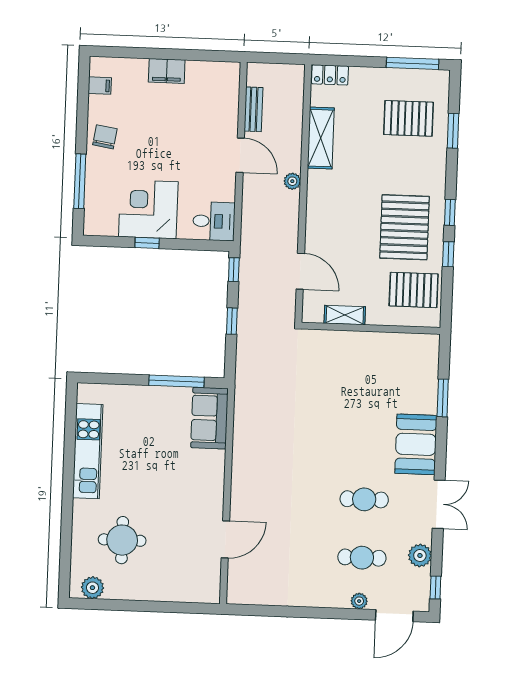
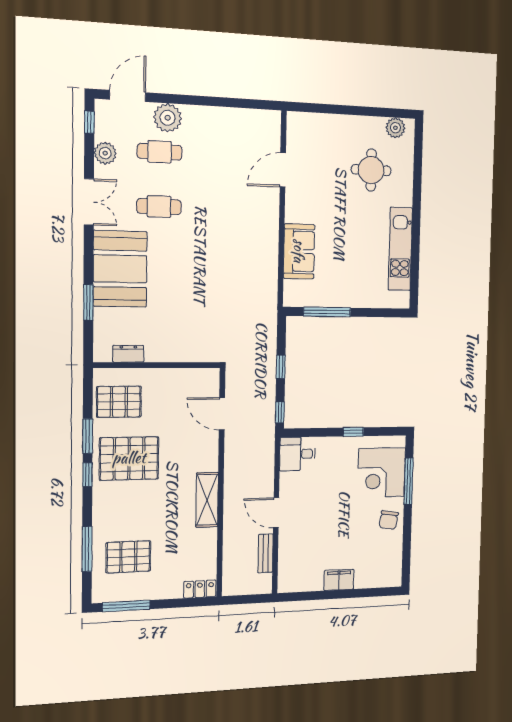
filing cabinet: (100, 86) -> (393, 563), removed
window: (453, 131) -> (87, 549), width x1.44
shelving: (321, 138) -> (207, 500), moved
plant: (292, 181) -> (231, 493), removed
corner desk: (148, 209) -> (382, 473), moved, turned 90
pallet: (405, 227) -> (129, 458), turned 90
window: (448, 254) -> (88, 436), width x1.50
shelving: (345, 315) -> (181, 376), removed
dresser: (402, 342) -> (128, 354), added
sofa: (209, 418) -> (299, 251), moved
booth: (416, 444) -> (120, 269), width x1.36, depth x1.42
double door: (439, 504) -> (89, 202), swing flipped
plant: (359, 601) -> (168, 118), width x1.87, depth x1.87

